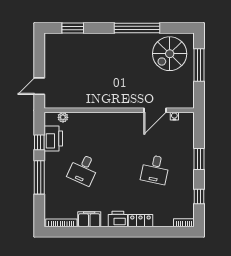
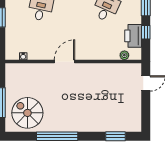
spiral stairs: (170, 54) -> (27, 113), turned -90
door: (155, 110) -> (65, 62), moved

